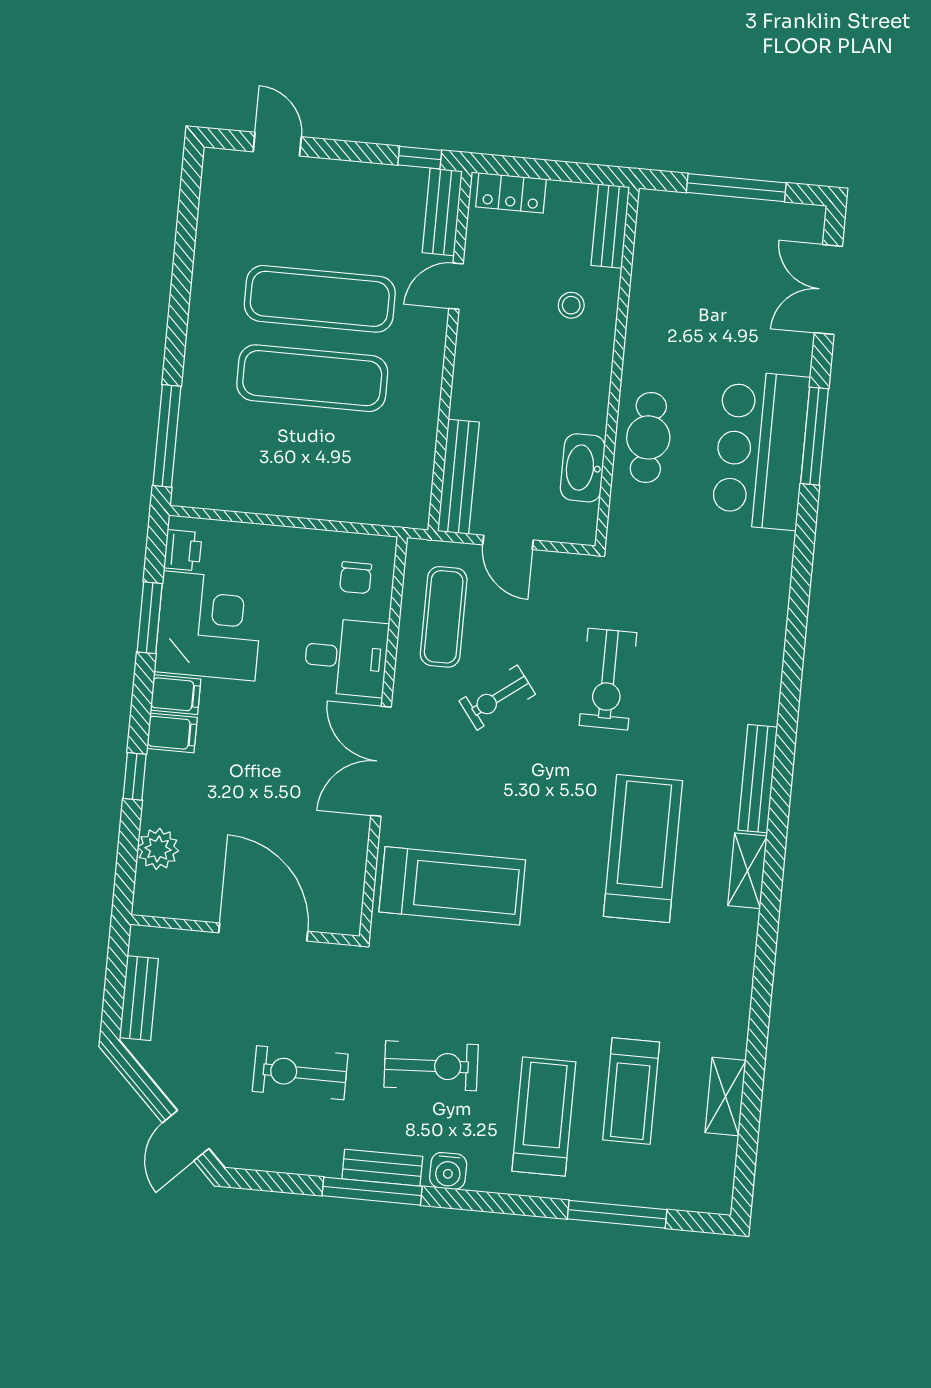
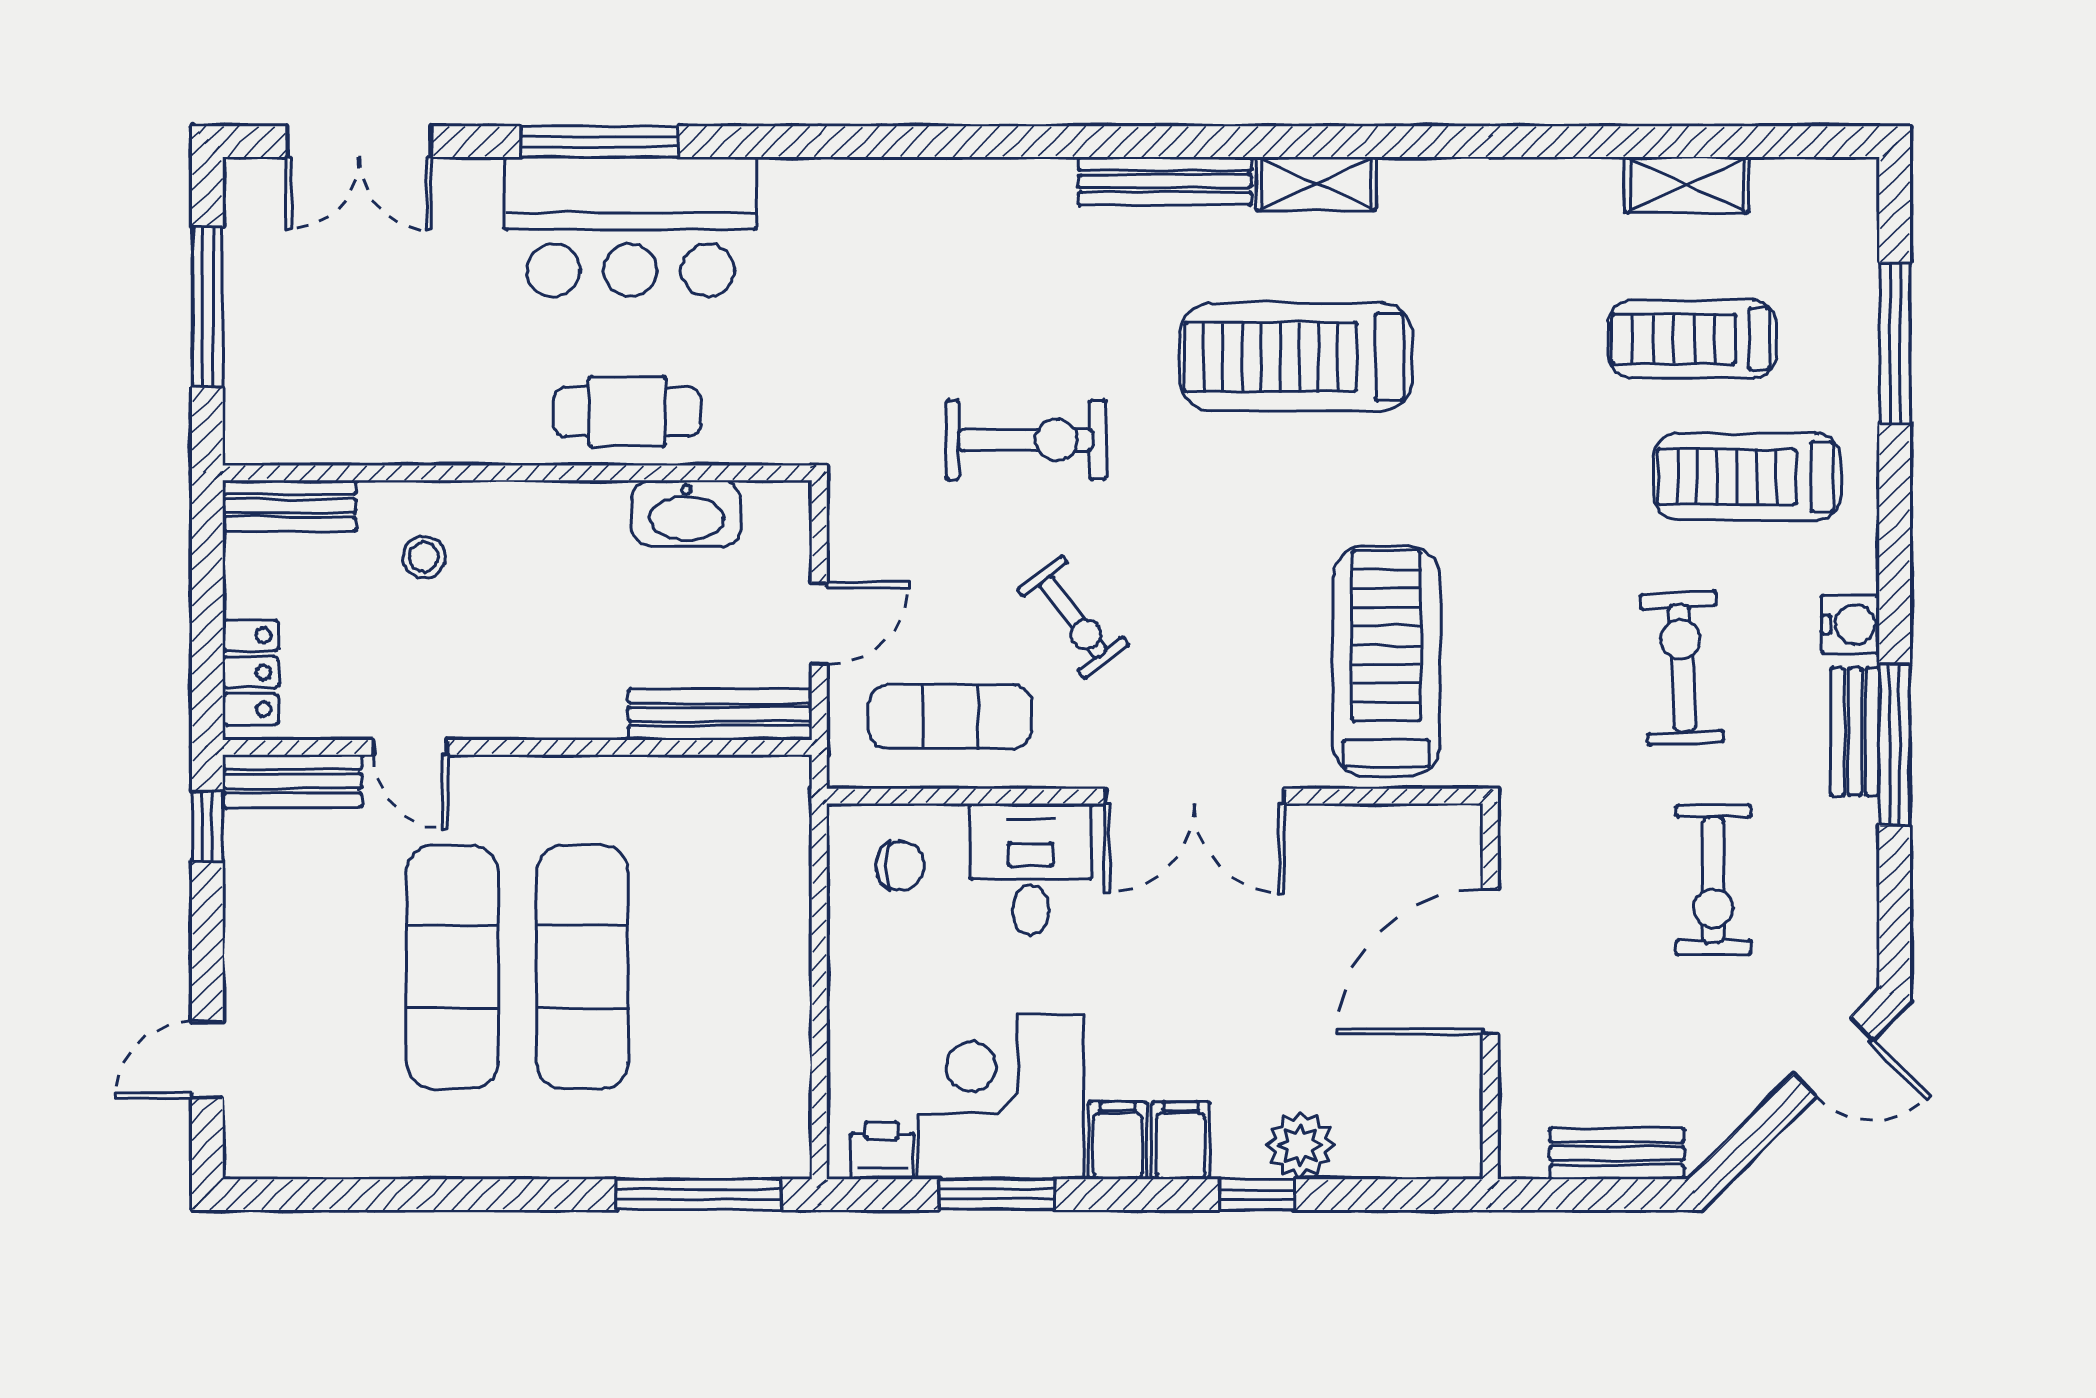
plant: (158, 849) -> (1300, 1145), moved
treadmill: (631, 1091) -> (1692, 339), turned 180

